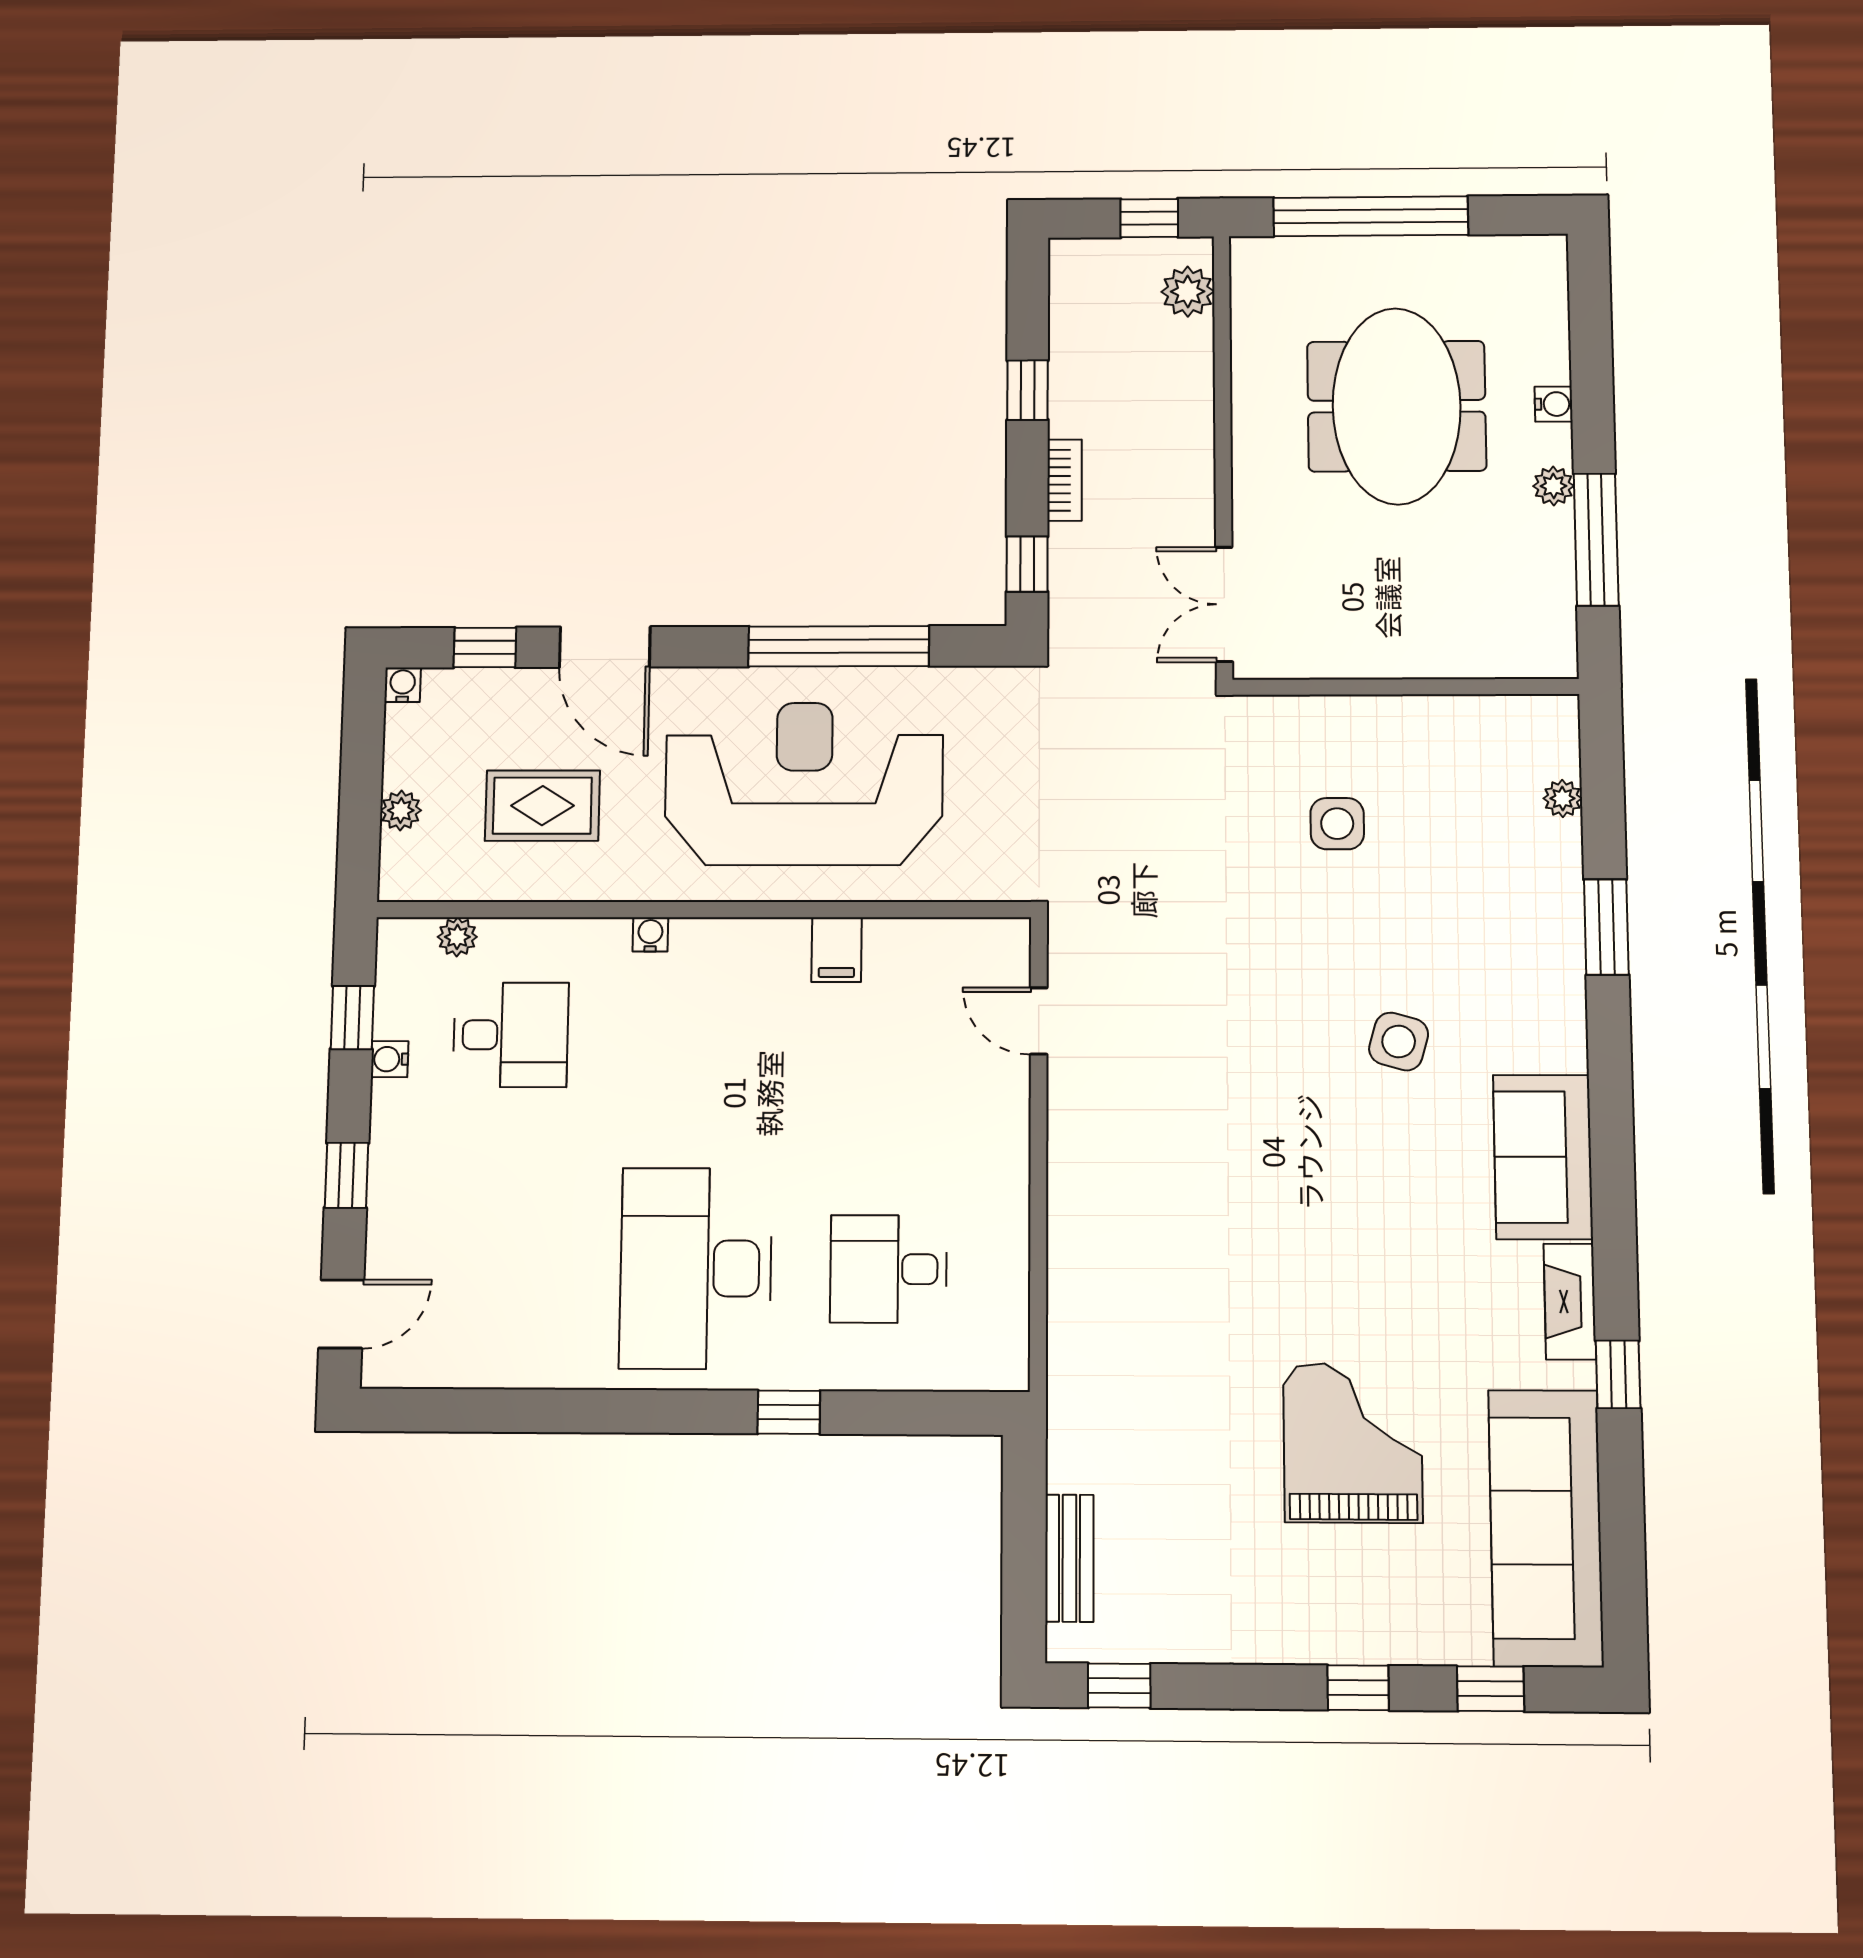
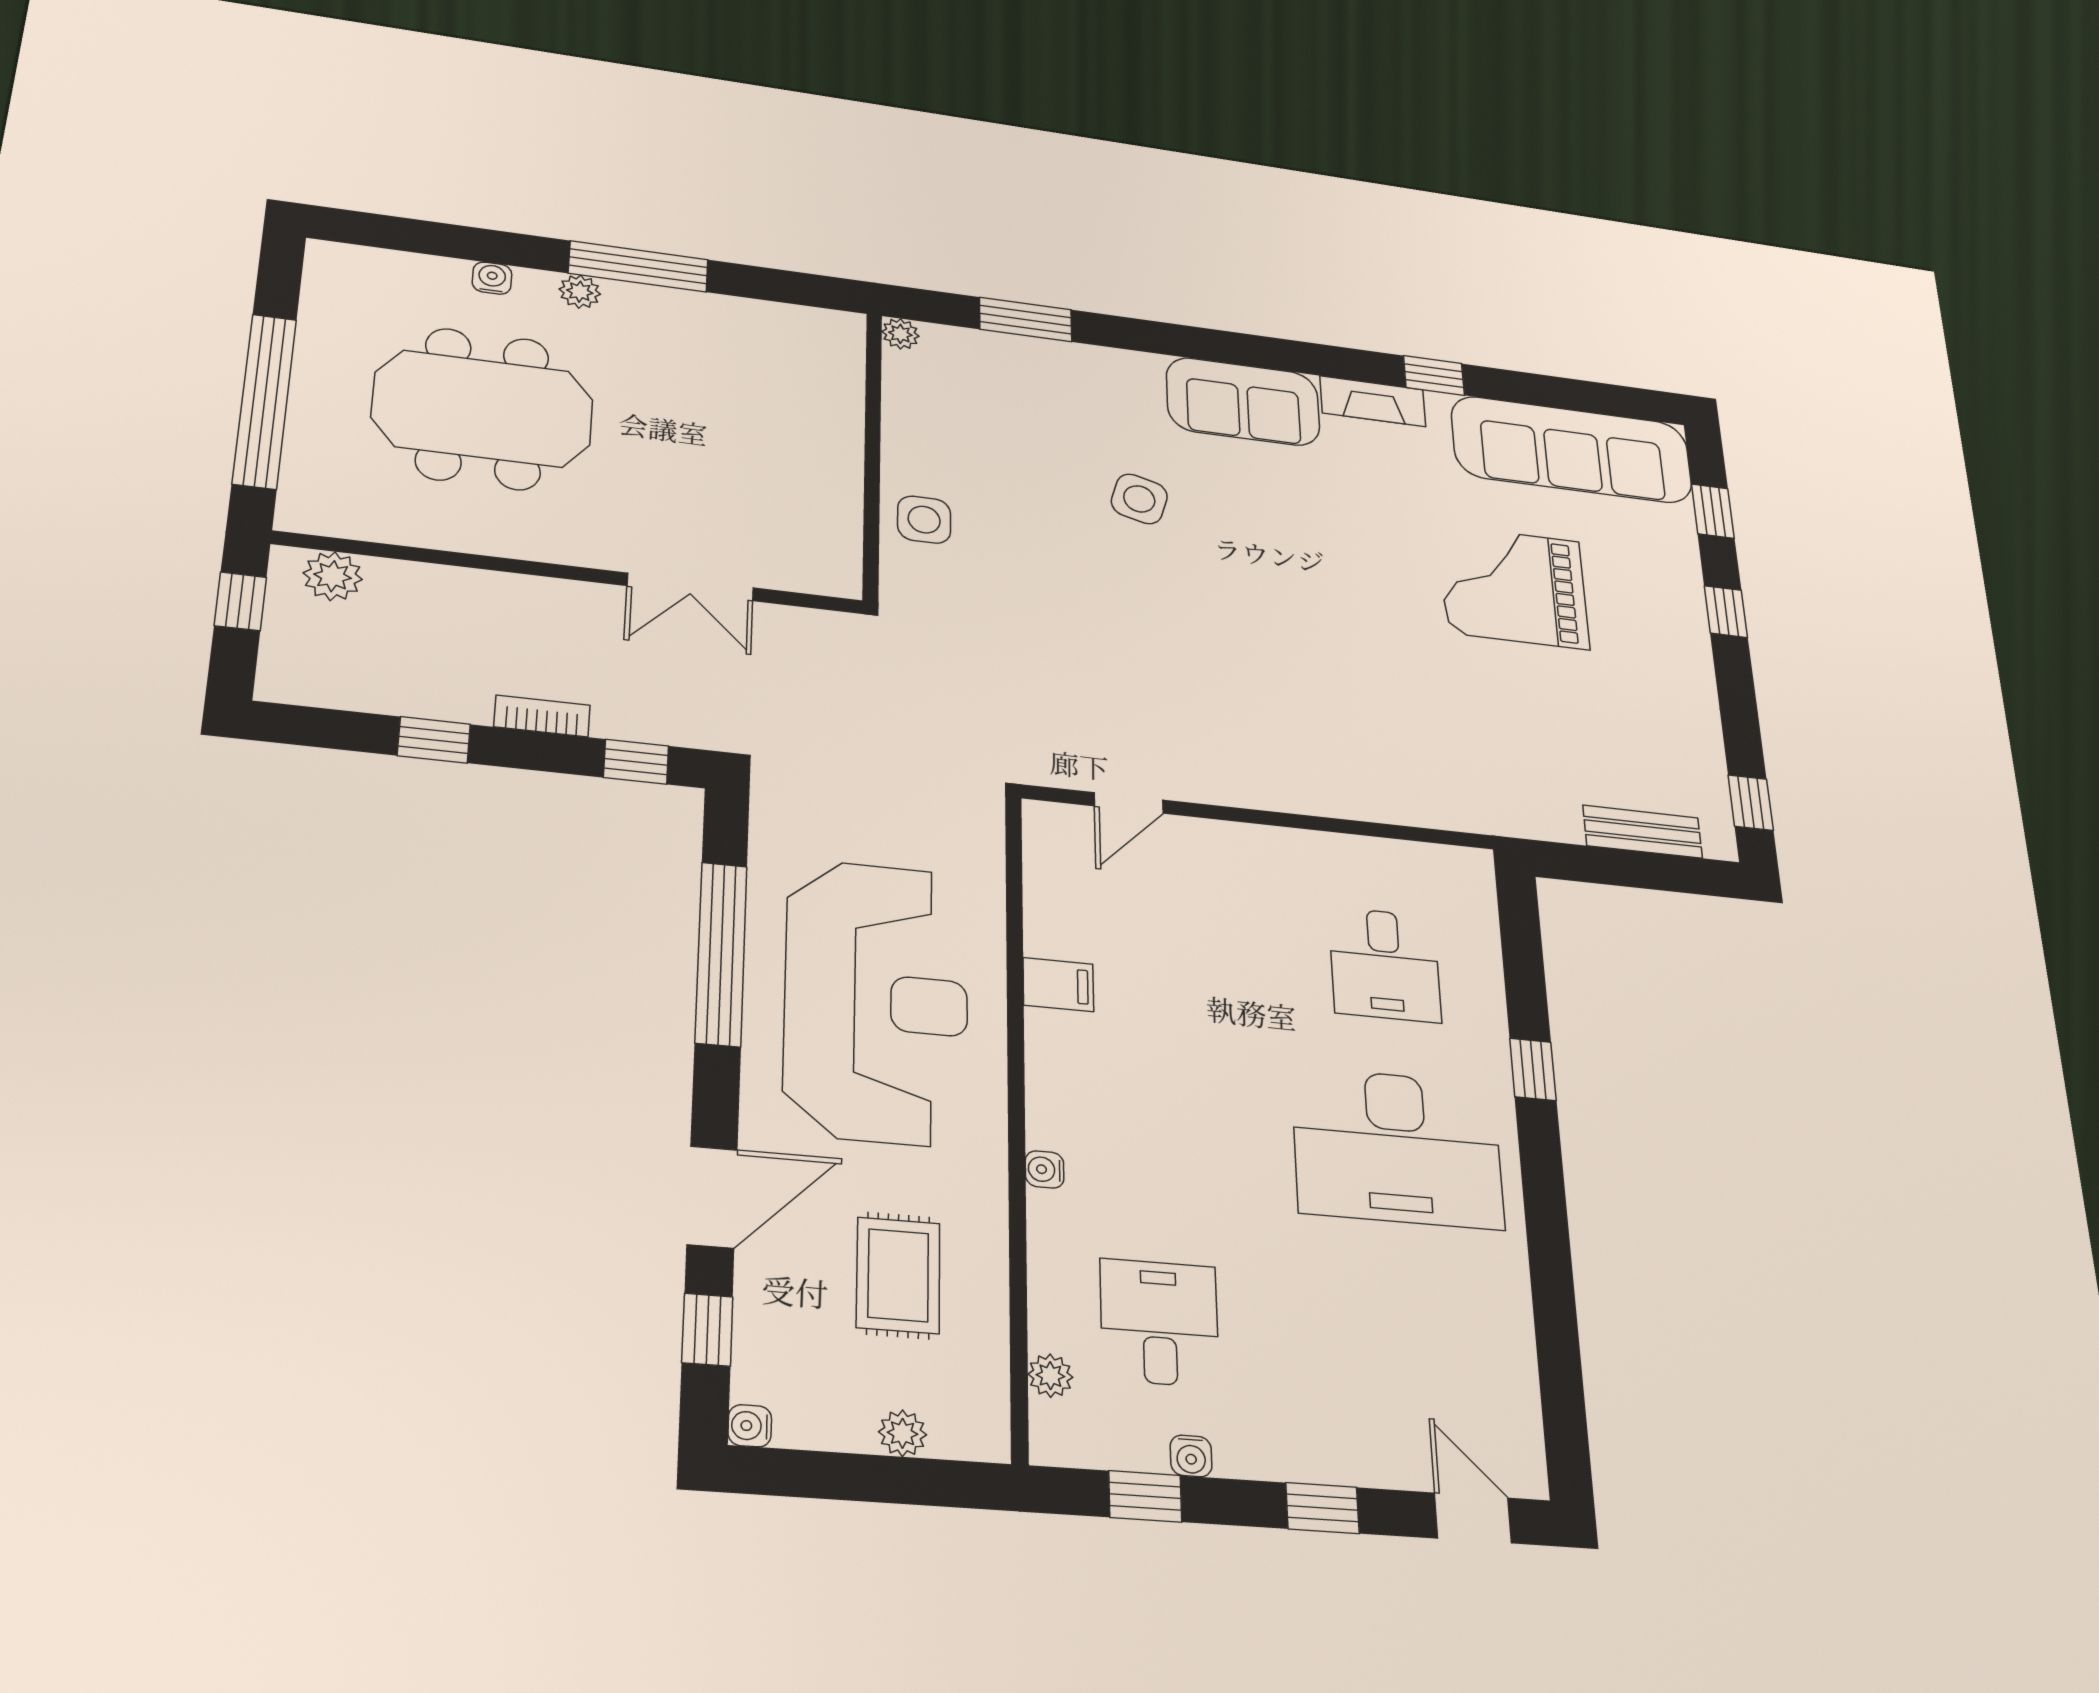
wall: (1405, 687) -> (872, 455), moved
reception desk: (804, 784) -> (876, 1001), turned 180

